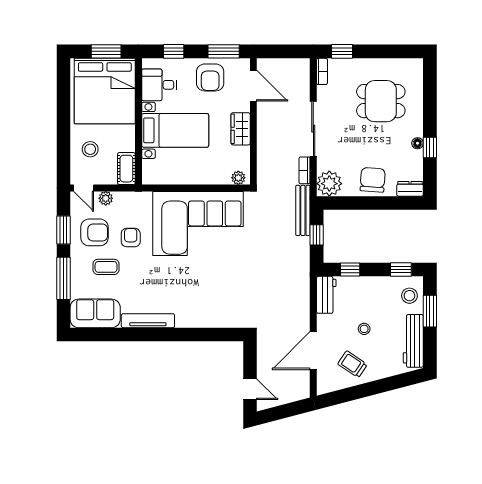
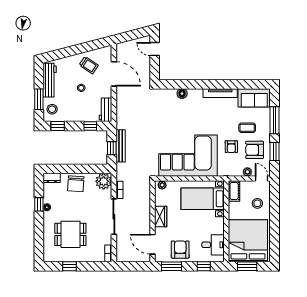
window: (342, 51) -> (69, 266), moved
bed with nightstands: (175, 130) -> (203, 199), moved
bench: (303, 210) -> (121, 146), moved
floor lamp: (207, 320) -> (182, 94), added
door: (313, 351) -> (114, 74), hinge flipped

